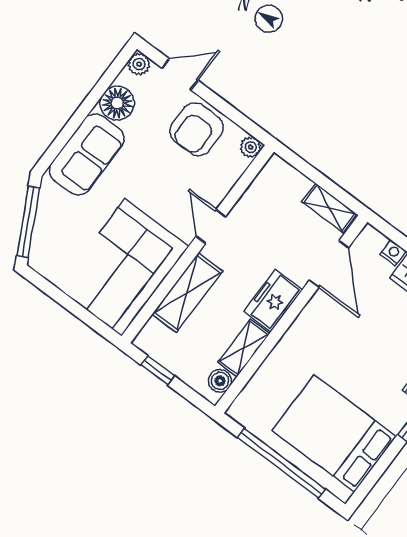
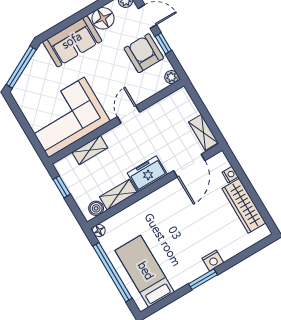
window: (219, 103) -> (163, 43), added
armchair: (197, 129) -> (144, 53), turned 90
shelving: (187, 293) -> (90, 150), width x0.67, depth x0.75
floor lamp: (237, 411) -> (99, 230), added
bed: (334, 433) -> (145, 271), width x0.67

